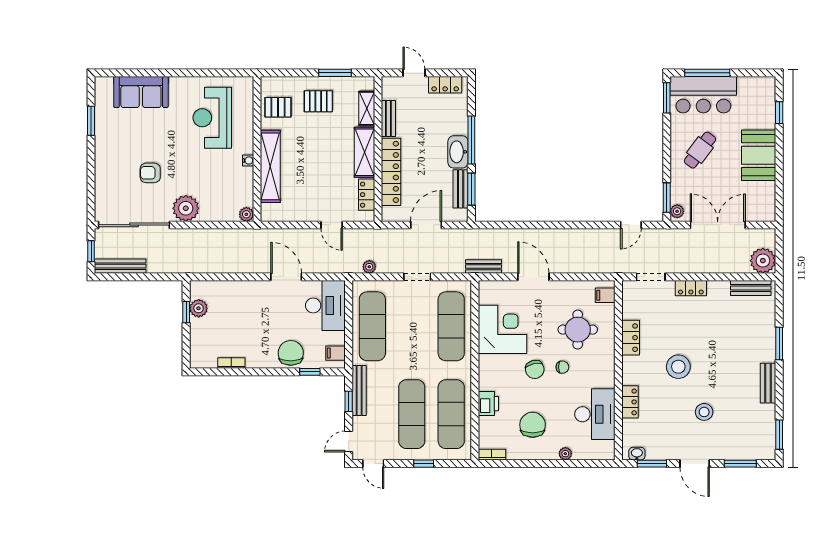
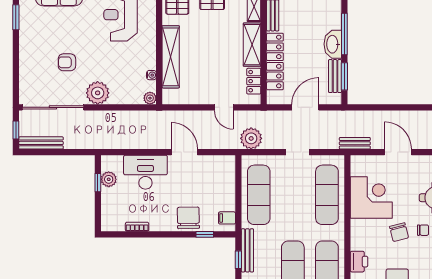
water cooler: (248, 160) -> (151, 75), moved
plant: (369, 267) -> (251, 138), width x1.88, depth x1.88
desk: (325, 305) -> (145, 172), moved, turned -90

